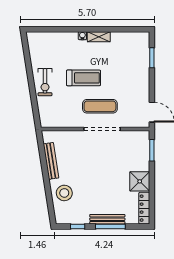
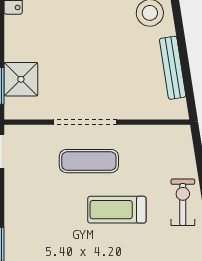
shower: (140, 181) -> (21, 79), moved

